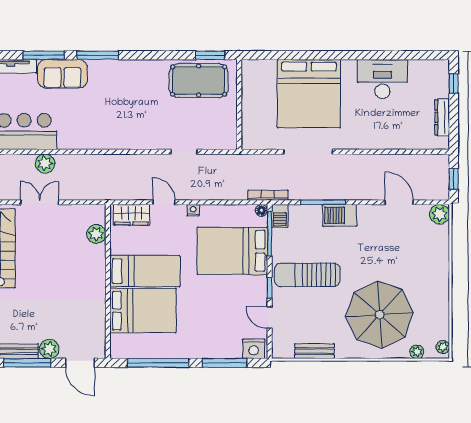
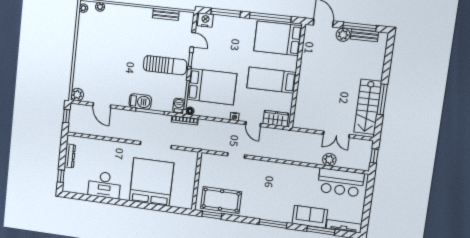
window: (98, 55) -> (273, 224), moved
plant: (96, 234) -> (301, 109), removed
bed: (143, 311) -> (278, 38), moved
parasol: (380, 315) -> (121, 34), removed

